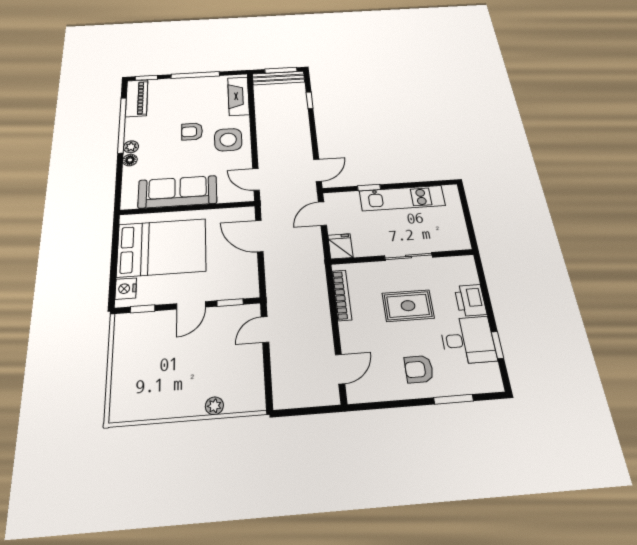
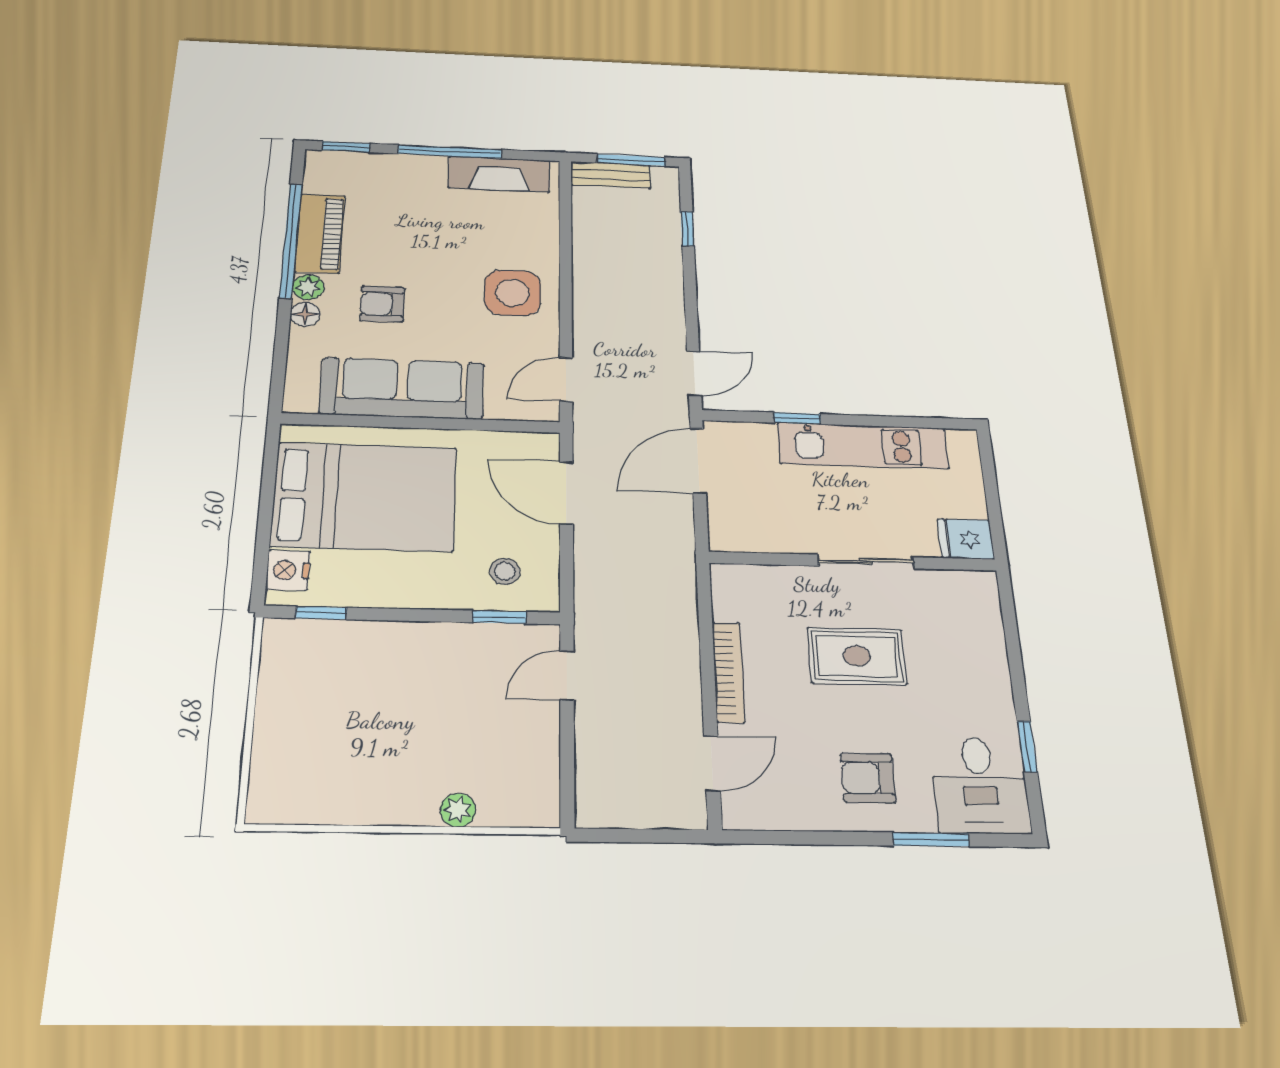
bench: (278, 78) -> (611, 175), width x0.73
fireplace: (238, 96) -> (499, 174), moved, turned -90
piano: (137, 98) -> (320, 233), moved
armchair: (192, 132) -> (382, 304), moved
door: (256, 179) -> (566, 379), hinge flipped
door: (322, 214) -> (698, 461), width x1.38
fridge: (340, 246) -> (966, 539), moved, turned -90
stool: (232, 279) -> (505, 571), added
bookcase: (342, 295) -> (728, 672), moved
printer: (470, 300) -> (982, 657), removed
door: (191, 305) -> (420, 615), removed
desk: (468, 340) -> (980, 785), moved, turned 90

